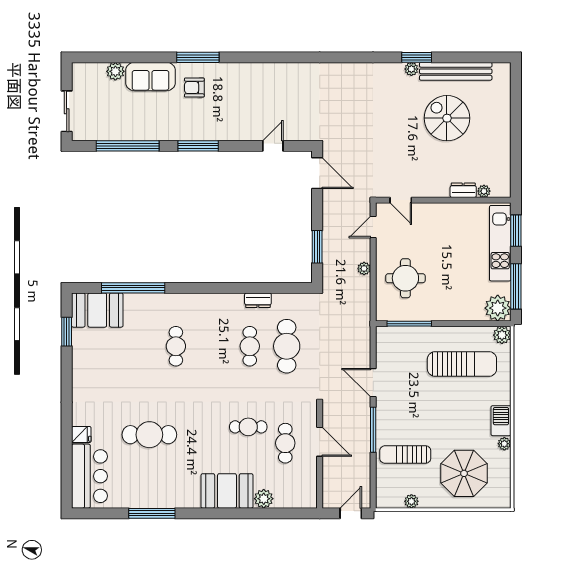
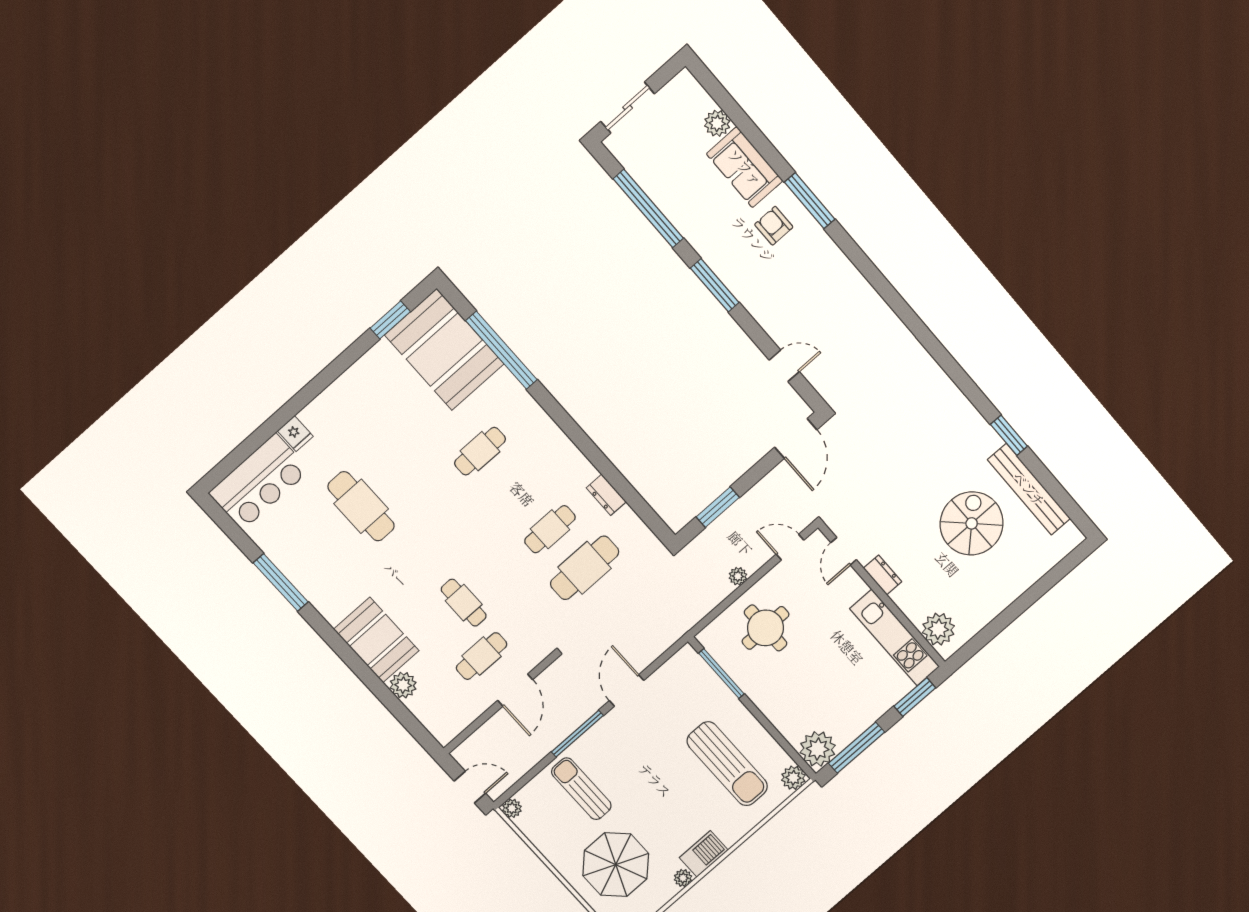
plant: (411, 69) -> (992, 441), removed
dresser: (463, 190) -> (882, 575), moved
plant: (484, 191) -> (938, 629), width x1.87, depth x1.87
kitchen unit: (500, 243) -> (895, 638), moved, turned -90
booth: (97, 310) -> (444, 349), width x1.36, depth x1.42
plant: (411, 501) -> (512, 808), moved

